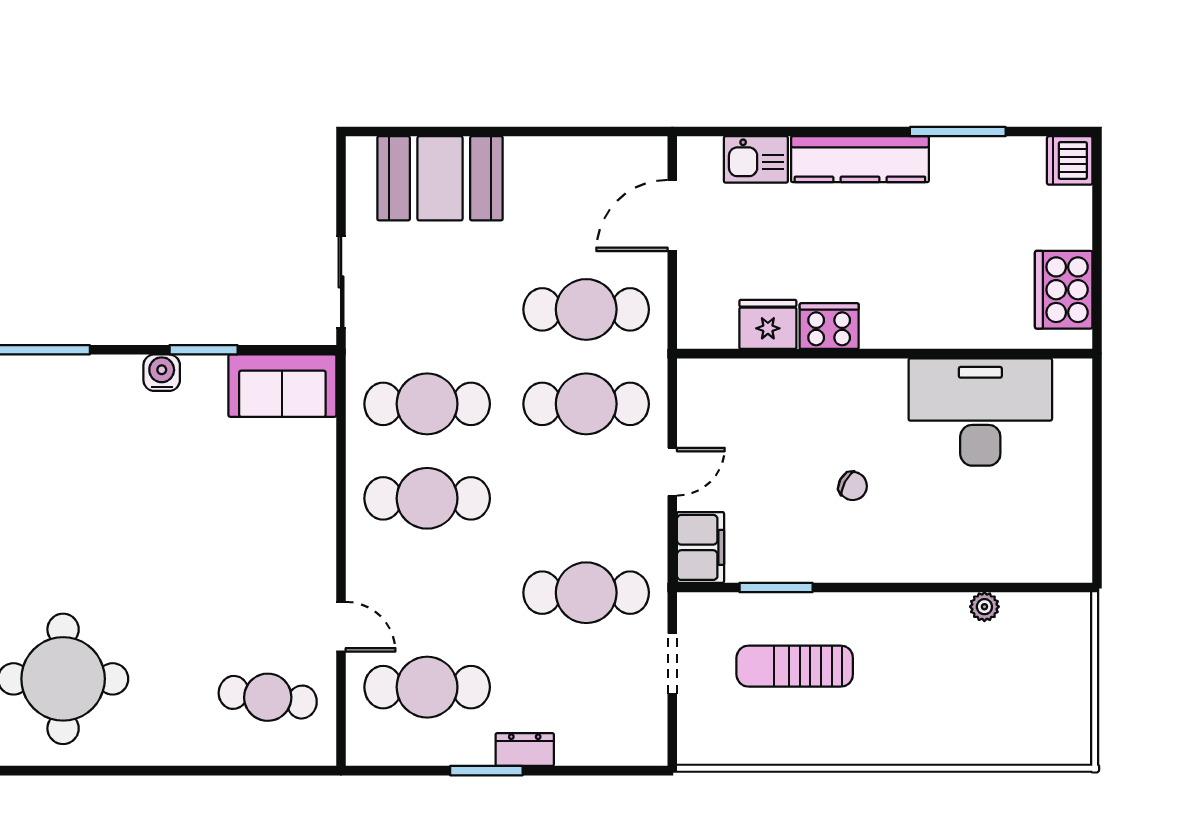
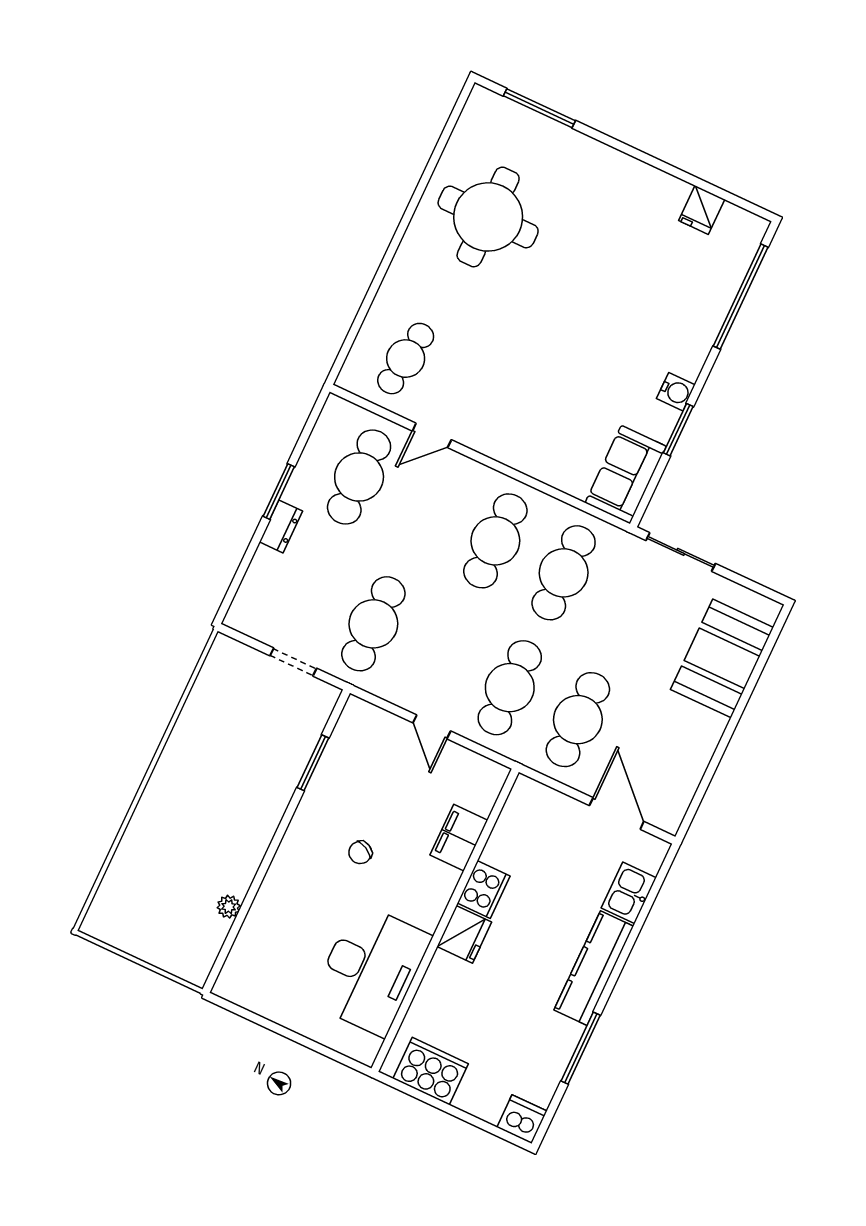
fridge: (768, 324) -> (464, 934), moved
filing cabinet: (701, 547) -> (459, 838), moved, turned 90
sun lounger: (795, 666) -> (250, 750), removed

